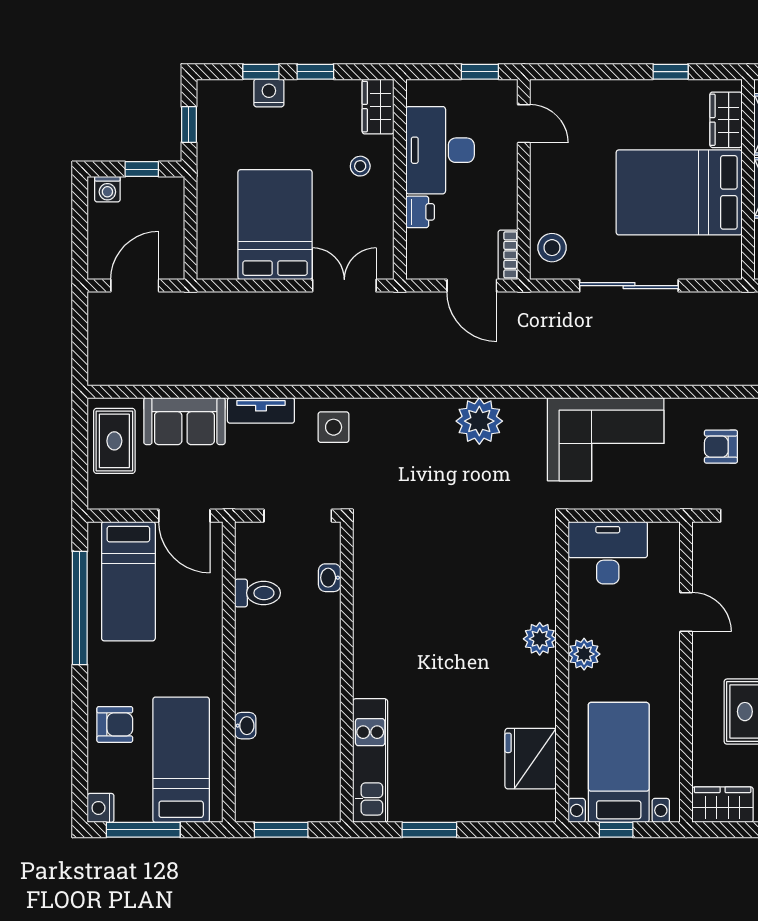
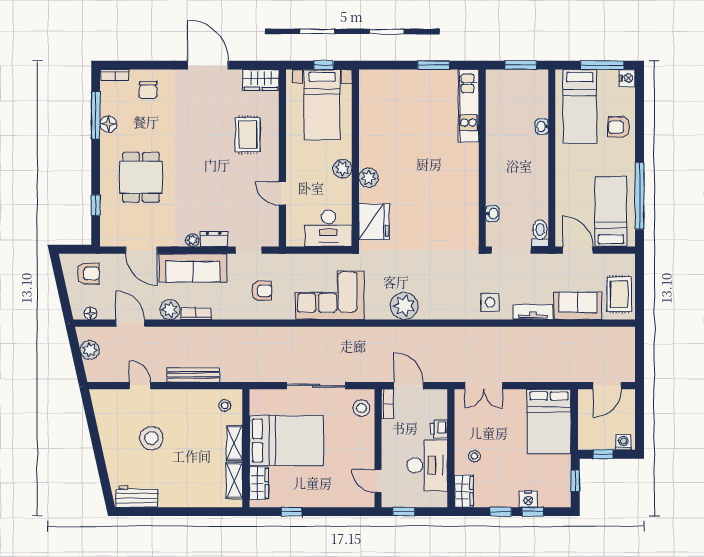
bed: (275, 225) -> (549, 422), moved
toilet: (258, 593) -> (540, 233), moved, turned 90
fridge: (531, 759) -> (374, 222), moved

